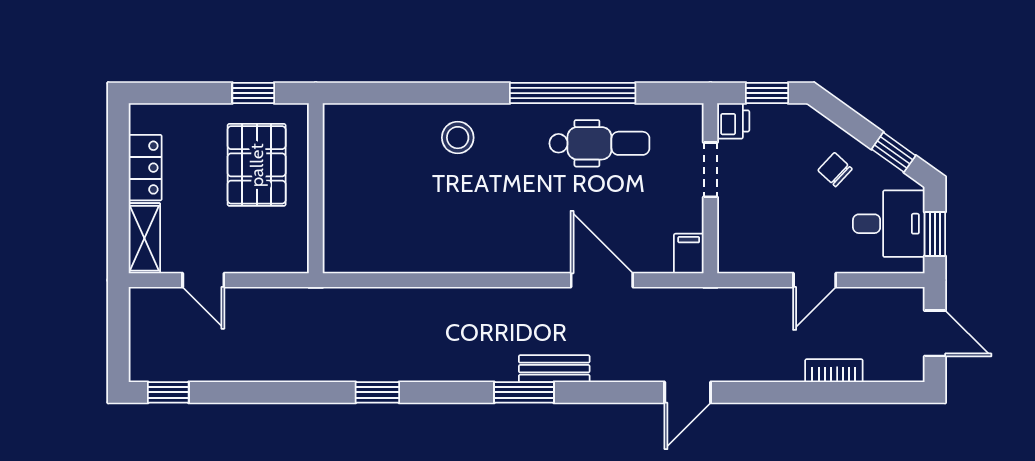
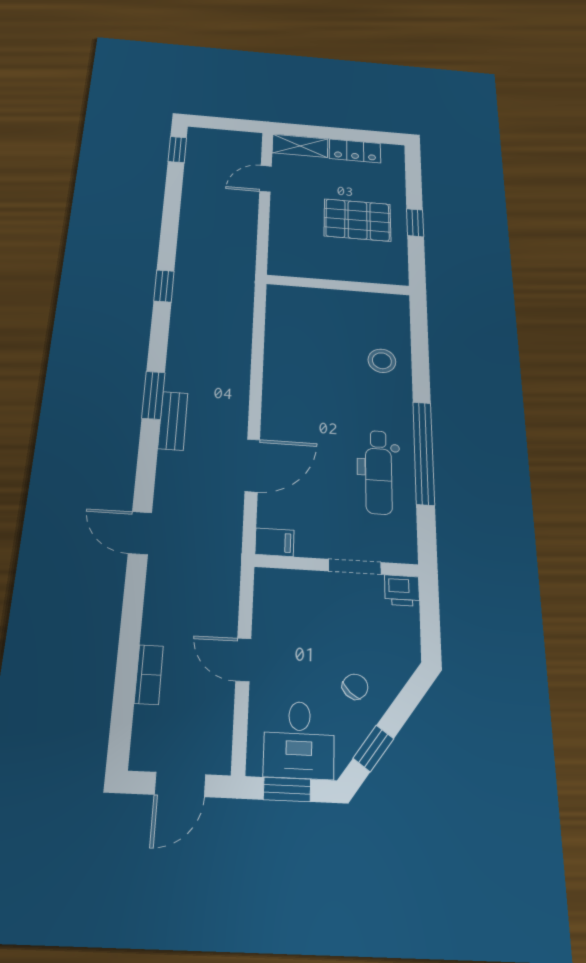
window: (767, 93) -> (430, 624), removed
wall: (316, 188) -> (338, 285), moved

